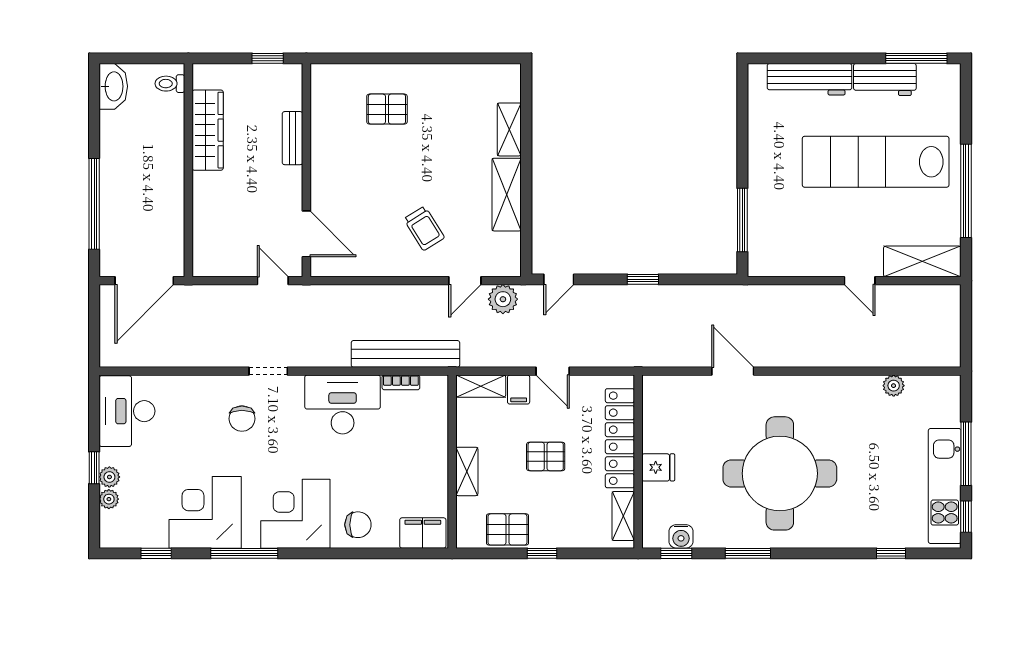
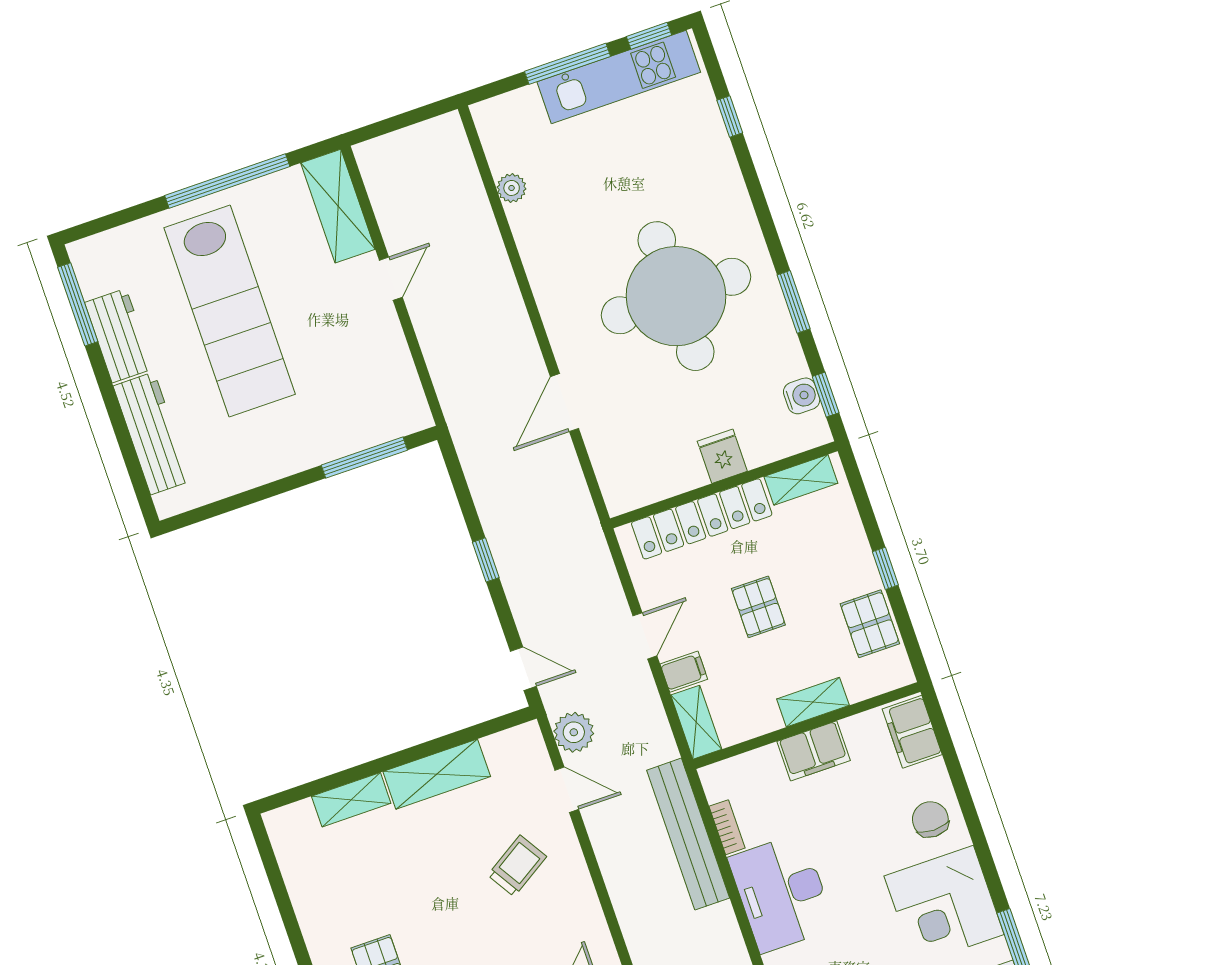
filing cabinet: (433, 460) -> (814, 751), added

